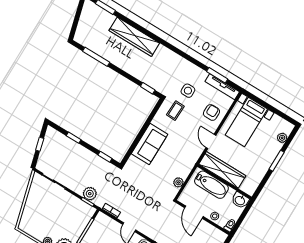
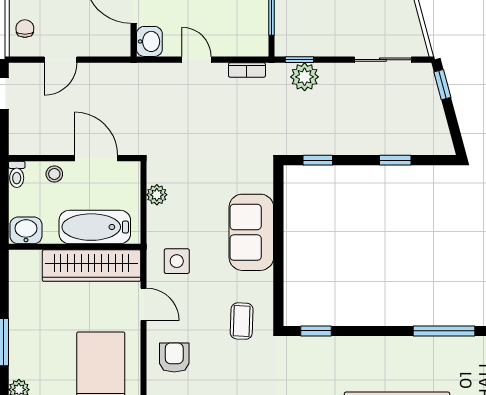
side table: (188, 91) -> (177, 261), moved
armchair: (212, 112) -> (174, 357), turned 180
window: (40, 144) -> (442, 85), moved

